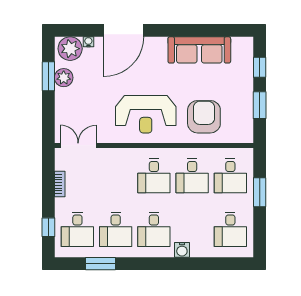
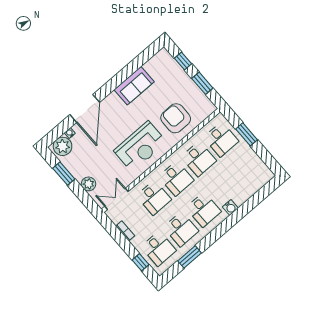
sofa: (199, 50) -> (134, 86), width x0.73
plant: (64, 78) -> (89, 184), moved
desk: (230, 229) -> (154, 198), moved

